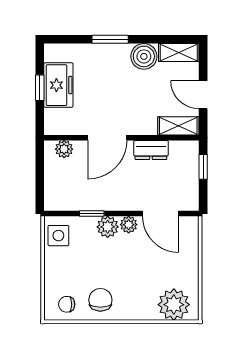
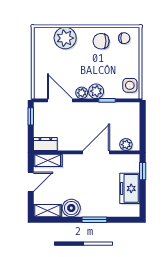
window: (40, 88) -> (143, 171), moved
door: (203, 95) -> (31, 182), hinge flipped
dresser: (151, 150) -> (45, 144), moved
window: (203, 167) -> (31, 116), moved
chair: (100, 300) -> (101, 41), turned 90
plant: (174, 305) -> (65, 38), moved

